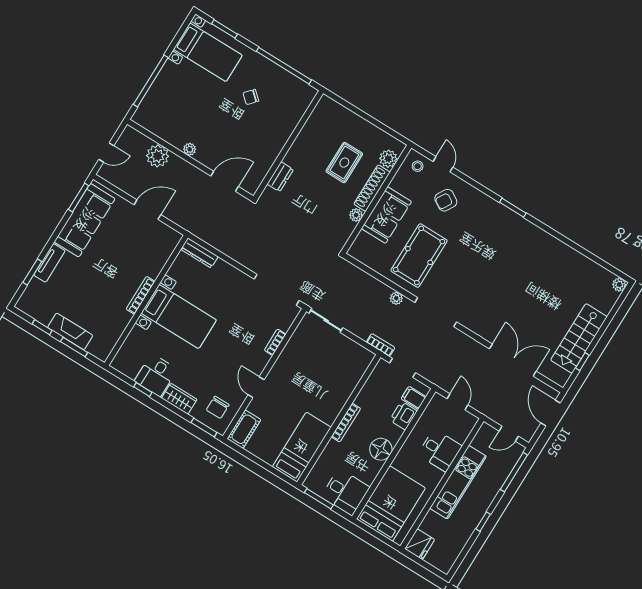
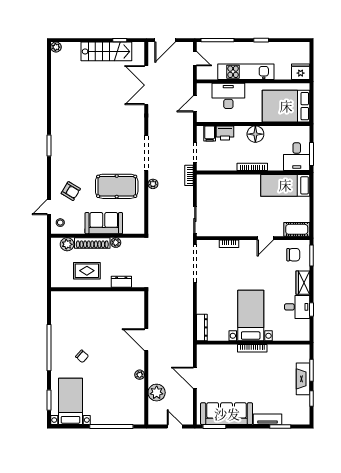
wall: (288, 145) -> (98, 289), moved
dresser: (280, 177) -> (121, 282), moved
desk: (440, 450) -> (228, 96), width x1.37
desk: (345, 492) -> (297, 157), moved, turned 180

